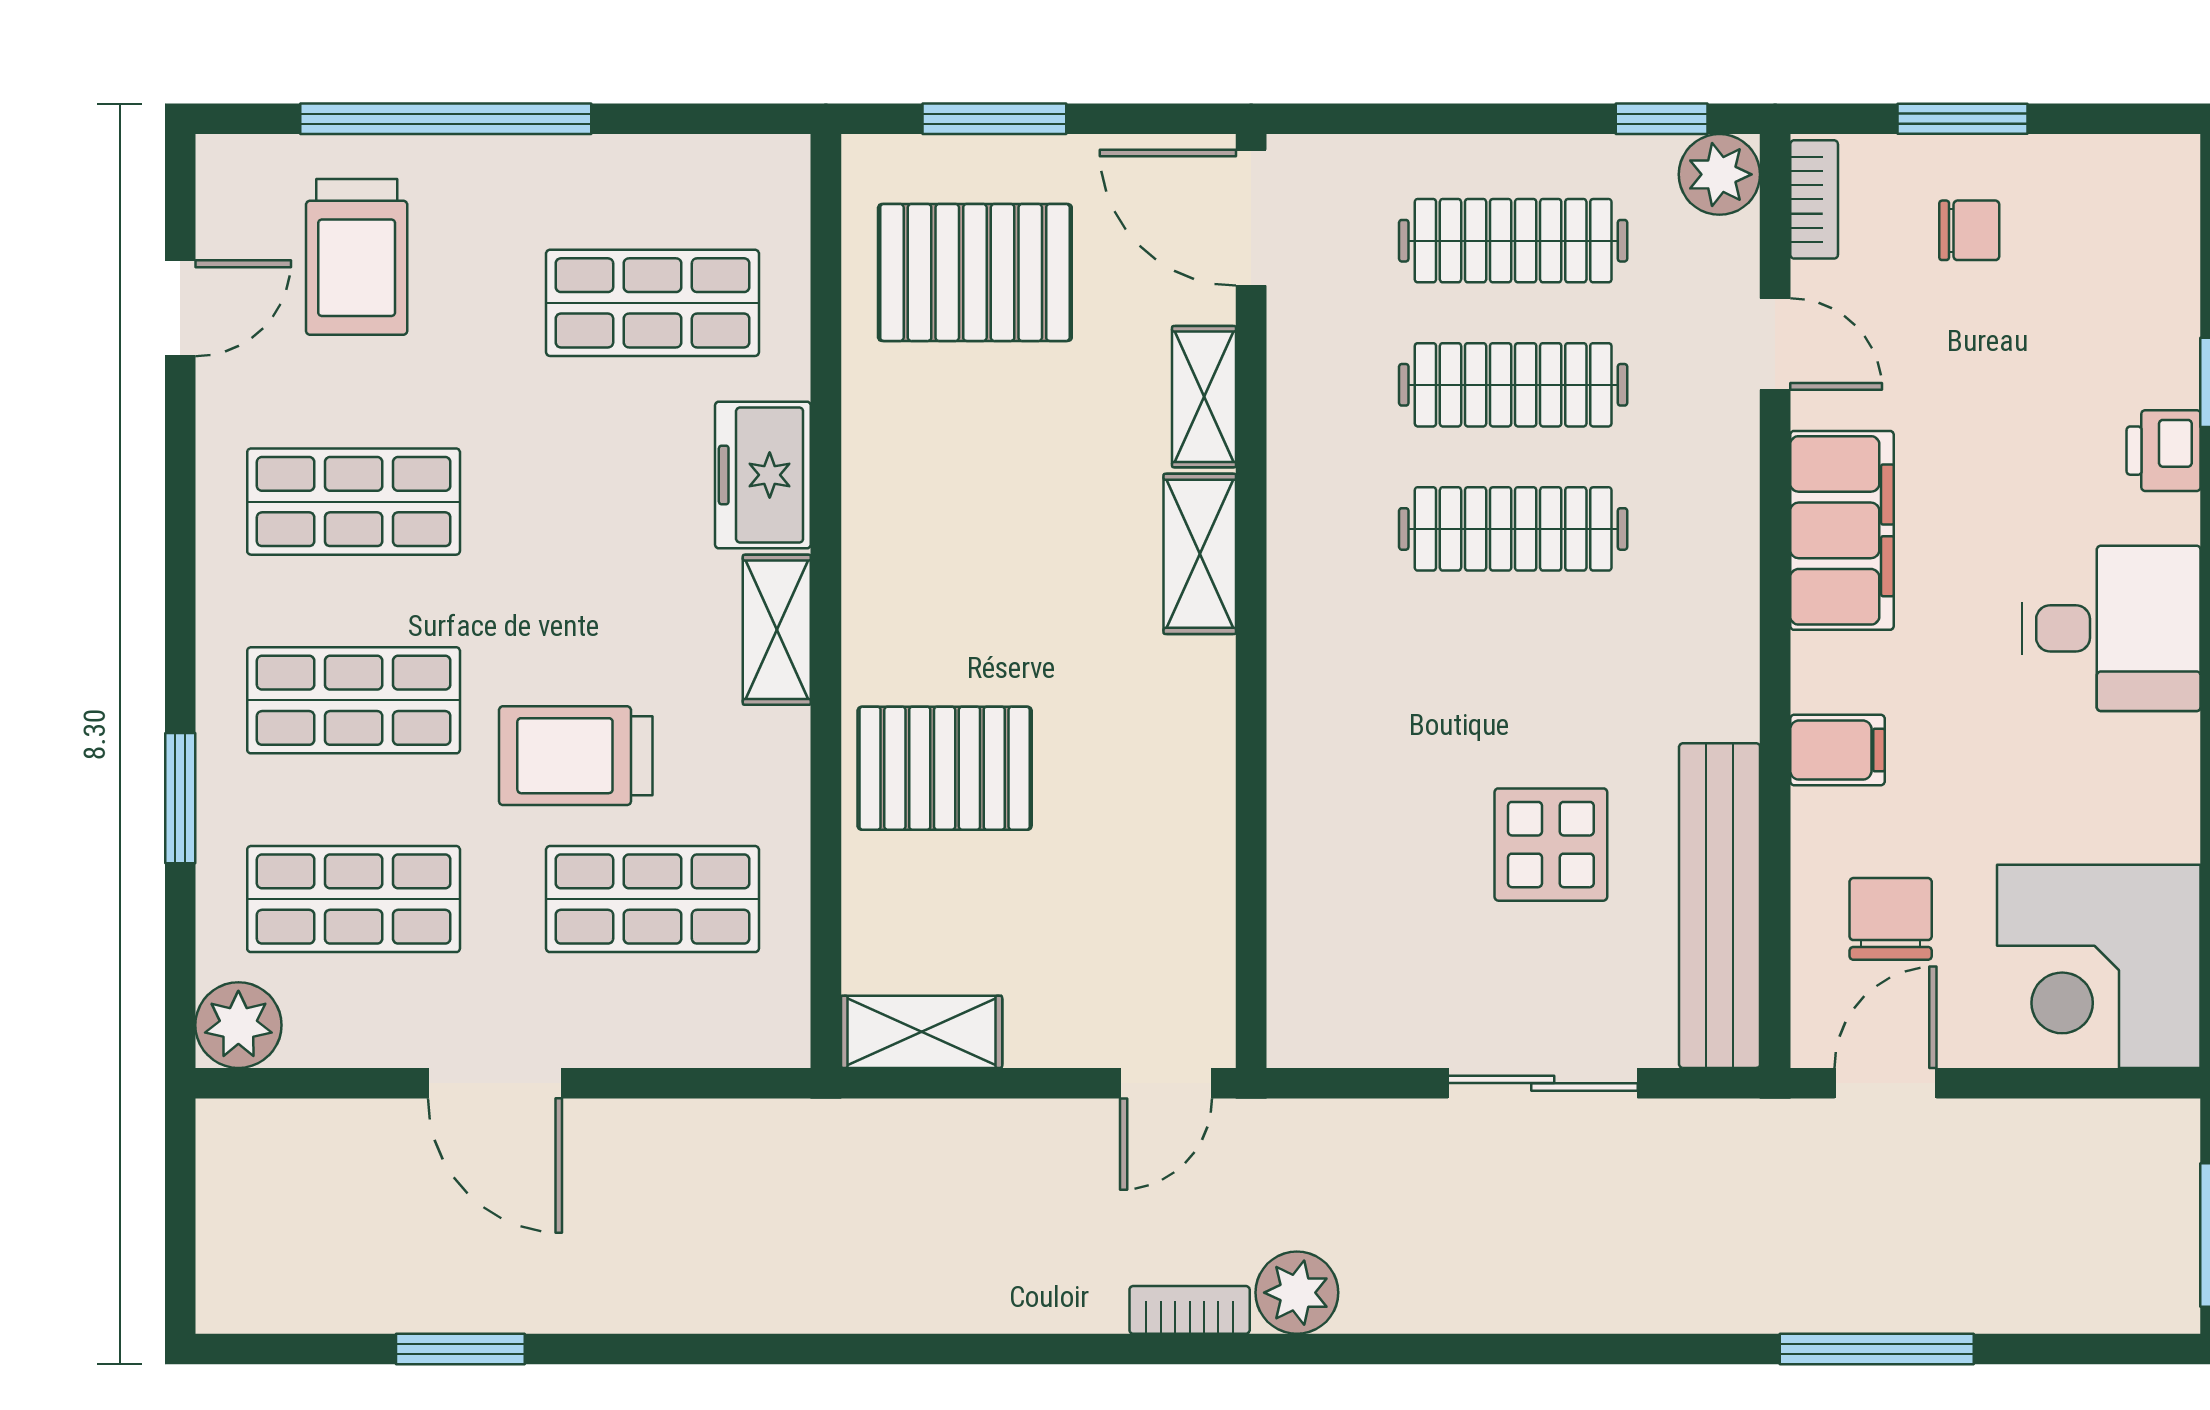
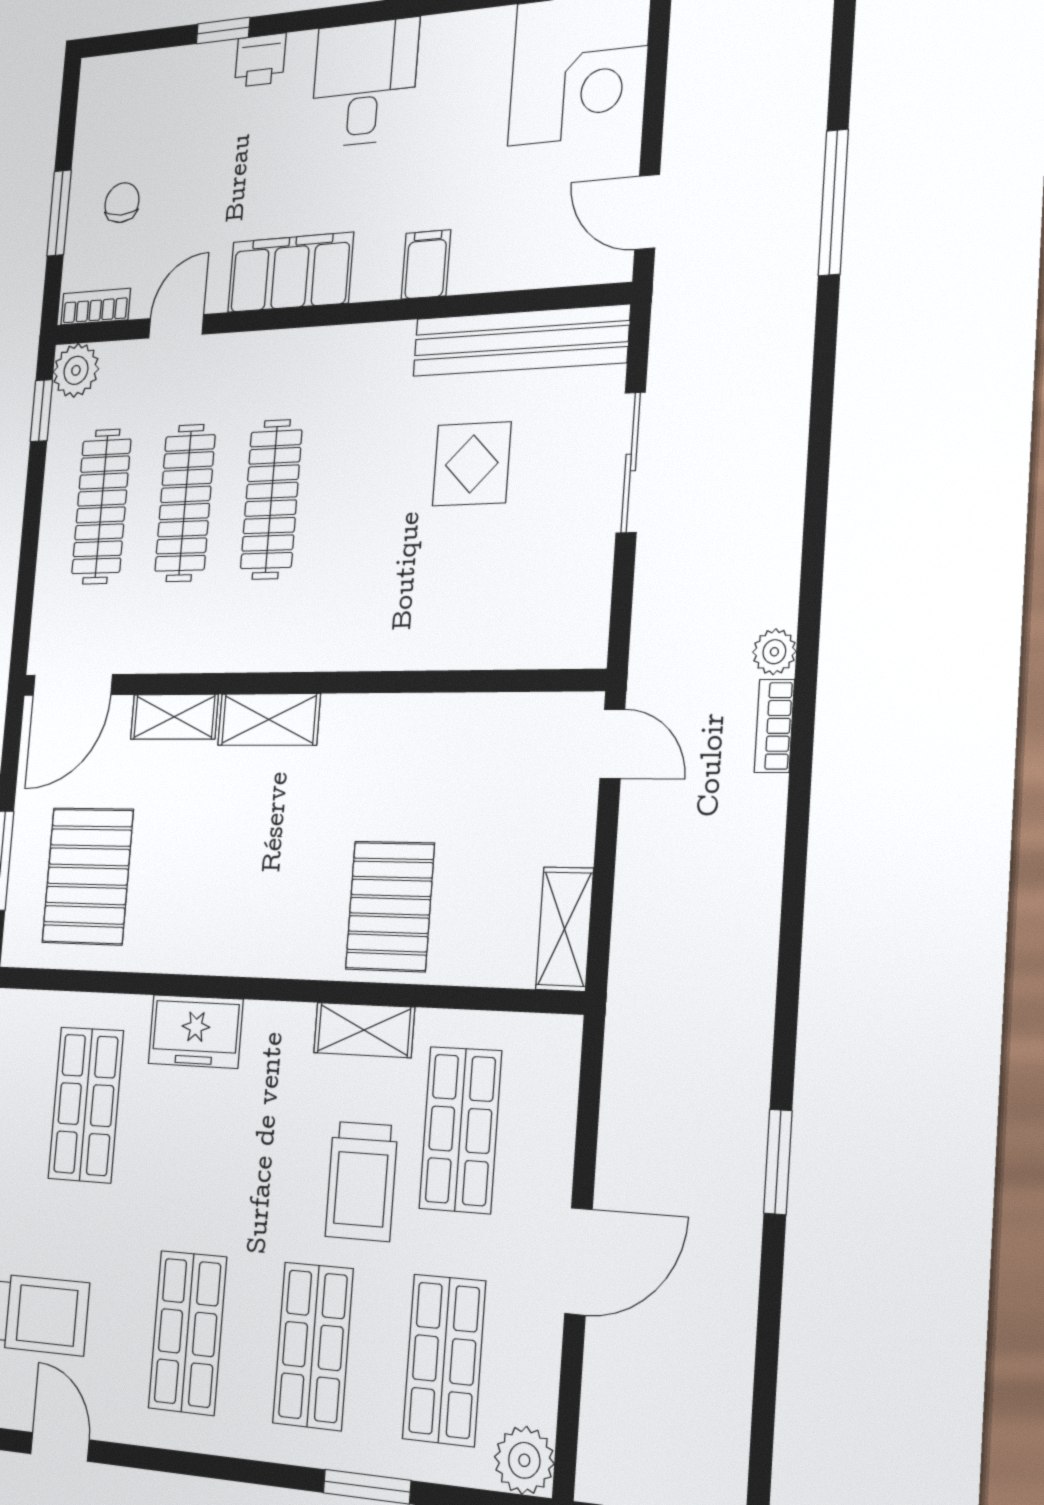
shelving: (777, 630) -> (364, 1030), moved
chair: (1891, 919) -> (538, 218), removed
plant: (1297, 1293) -> (774, 652), width x0.73, depth x0.73
window: (460, 1349) -> (778, 1162), moved

